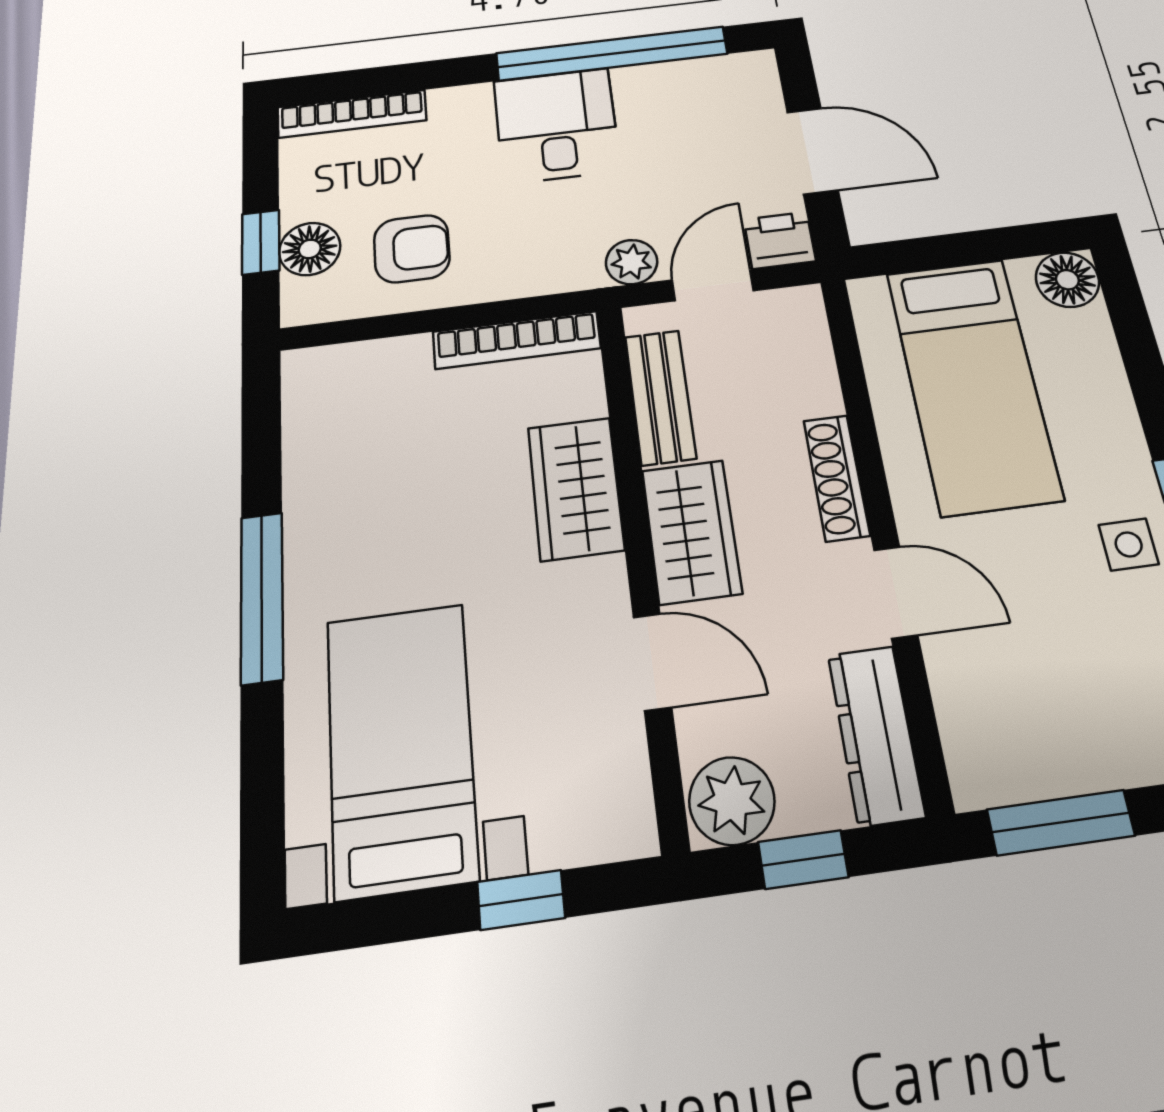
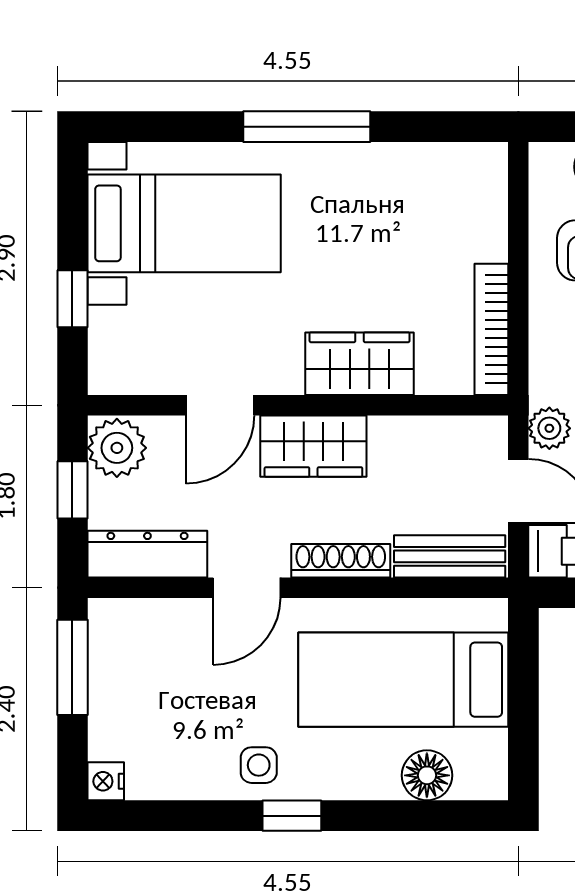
floor lamp: (1067, 280) -> (427, 775), moved
bench: (660, 397) -> (450, 556), moved

